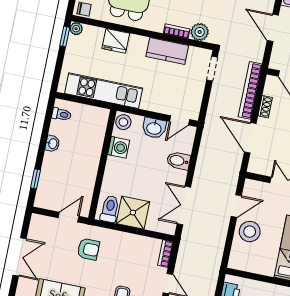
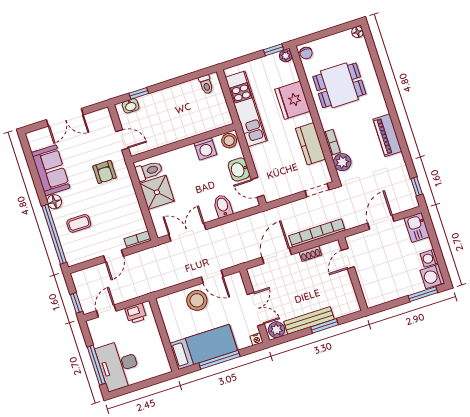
fridge: (116, 41) -> (292, 100), width x1.36, depth x1.34
washbasin: (53, 144) -> (131, 106), moved

